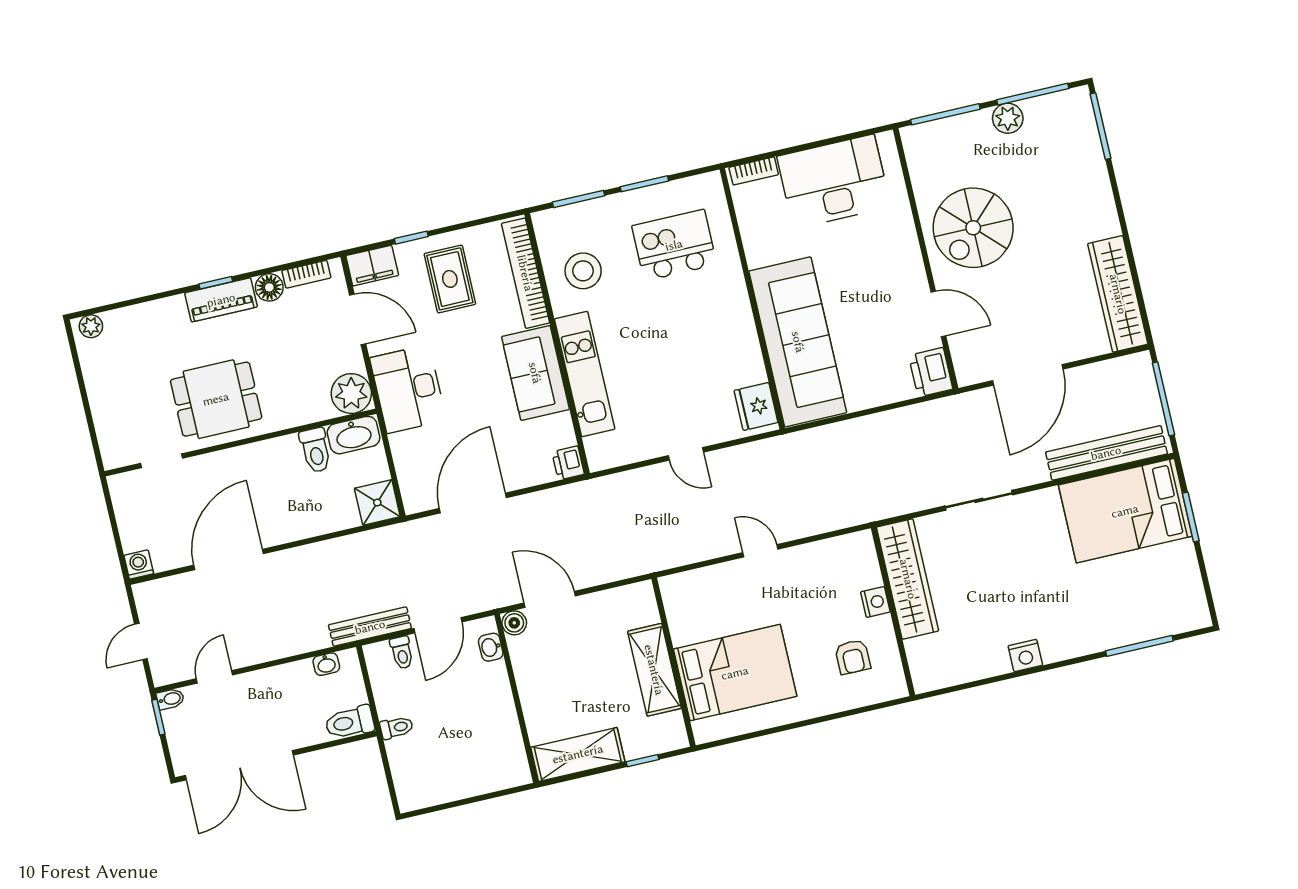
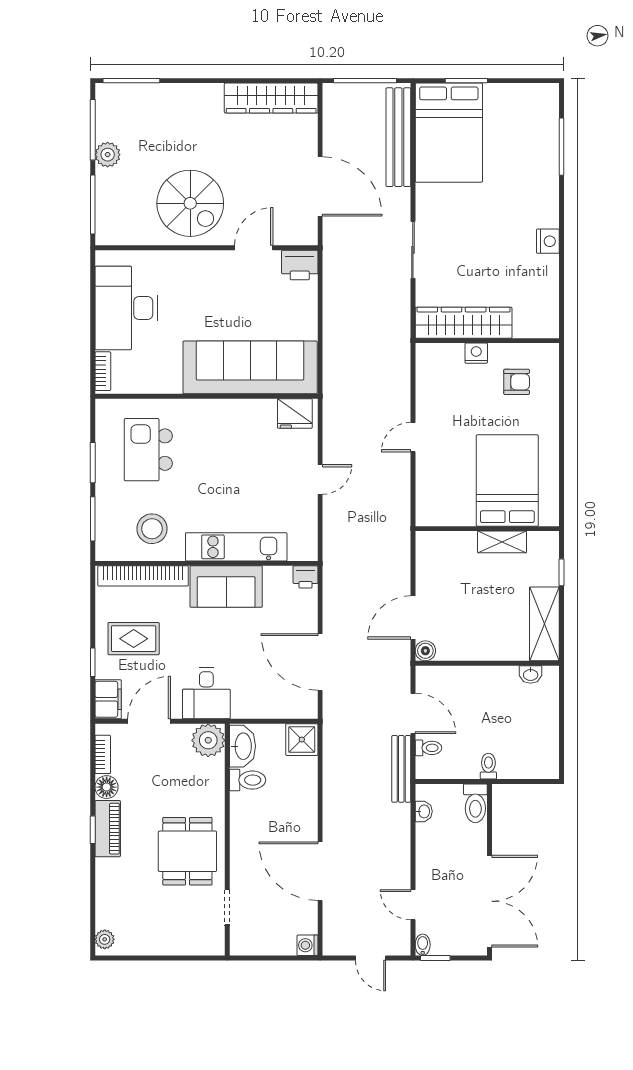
desk: (408, 389) -> (206, 693), width x0.73
washbasin: (491, 647) -> (531, 674), moved
shelving: (654, 670) -> (502, 542), width x0.67, depth x0.75

